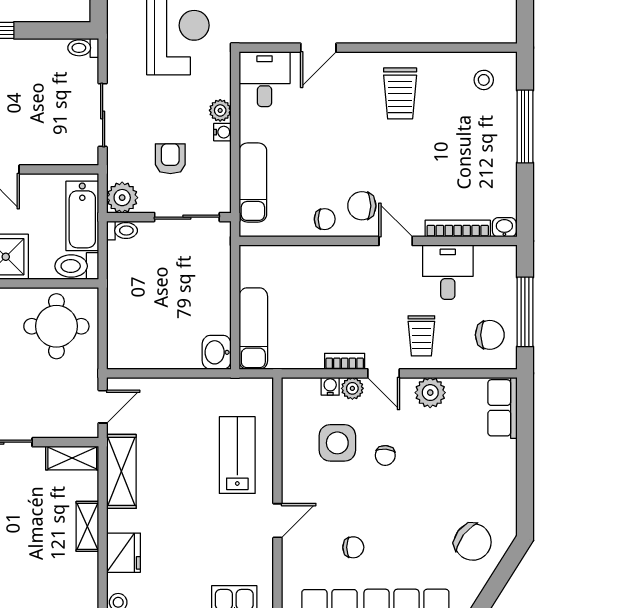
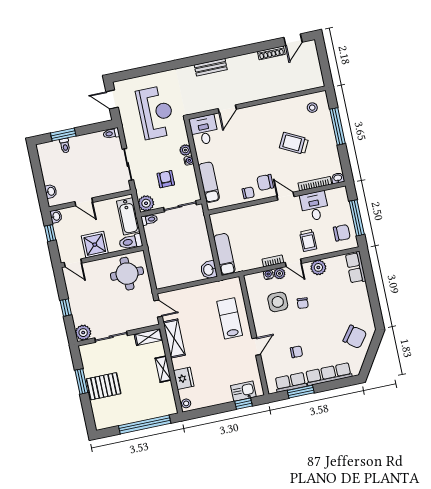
trolley: (400, 93) -> (294, 143), moved, turned 117
door: (103, 407) -> (158, 308), hinge flipped

